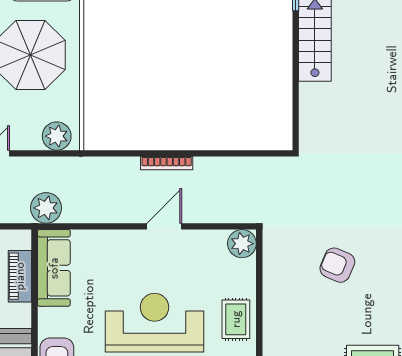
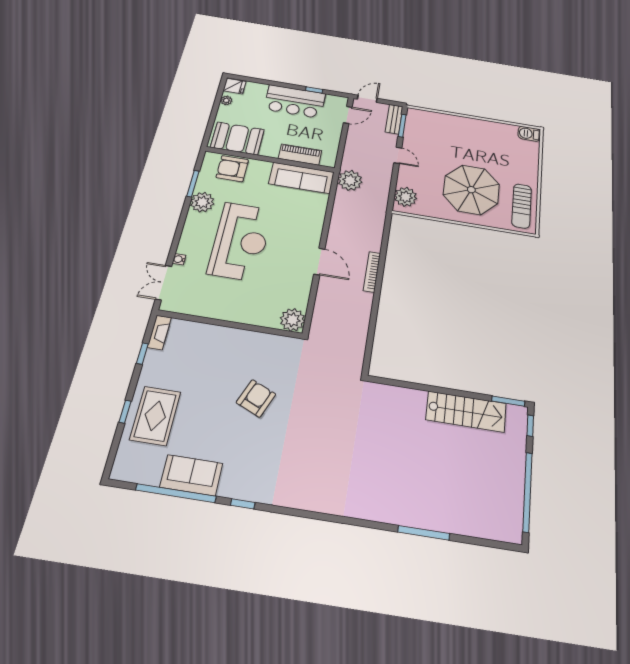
rug: (236, 319) -> (228, 304), removed

